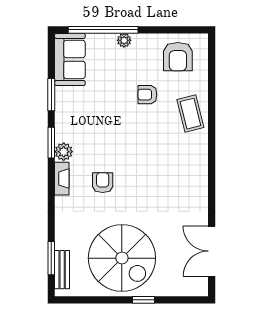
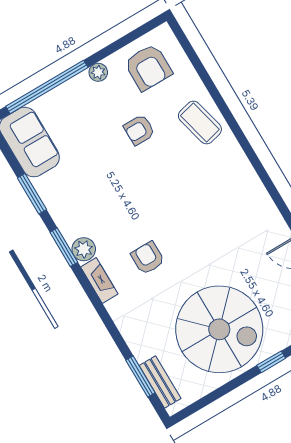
plant: (124, 40) -> (98, 72), moved

